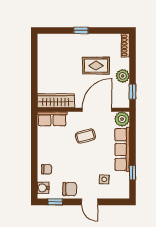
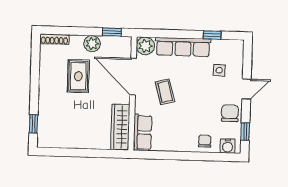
window: (81, 30) -> (33, 124), moved

